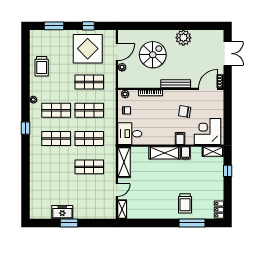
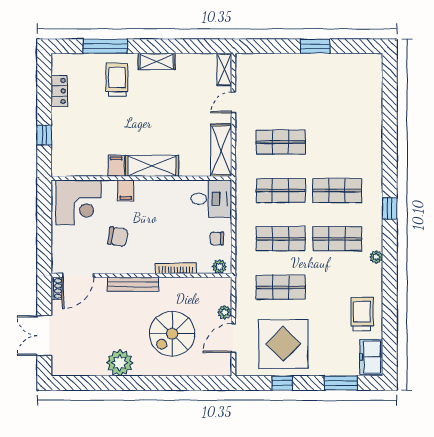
shelving: (213, 152) -> (157, 61), moved
locker: (219, 210) -> (59, 91), moved
freezer: (62, 212) -> (371, 357), moved, turned 90

